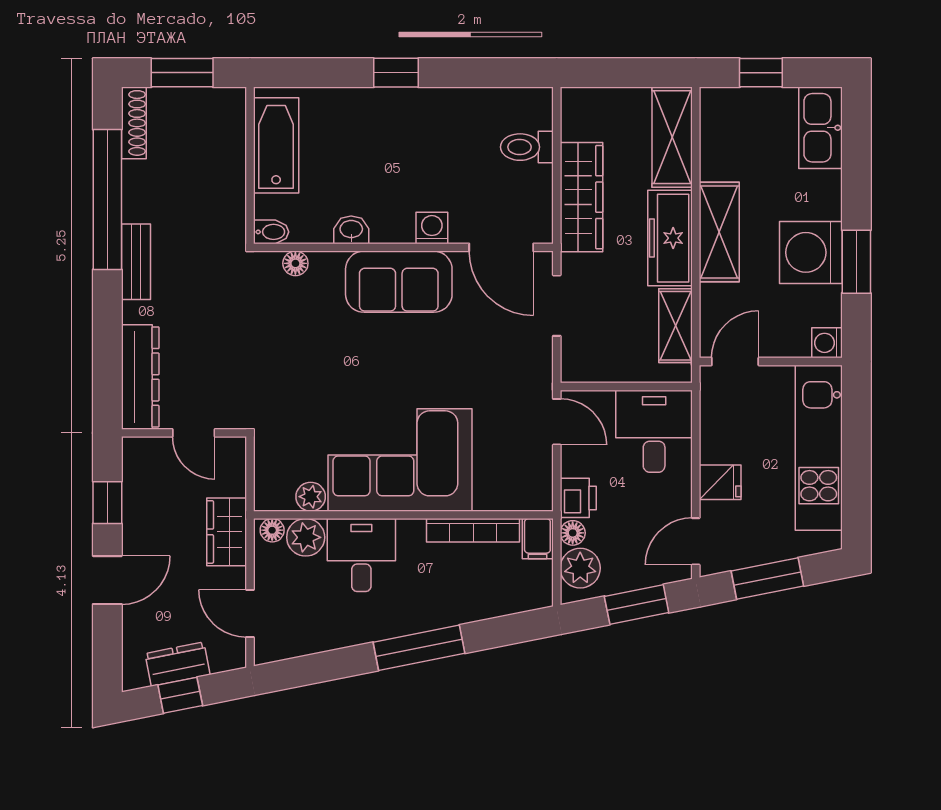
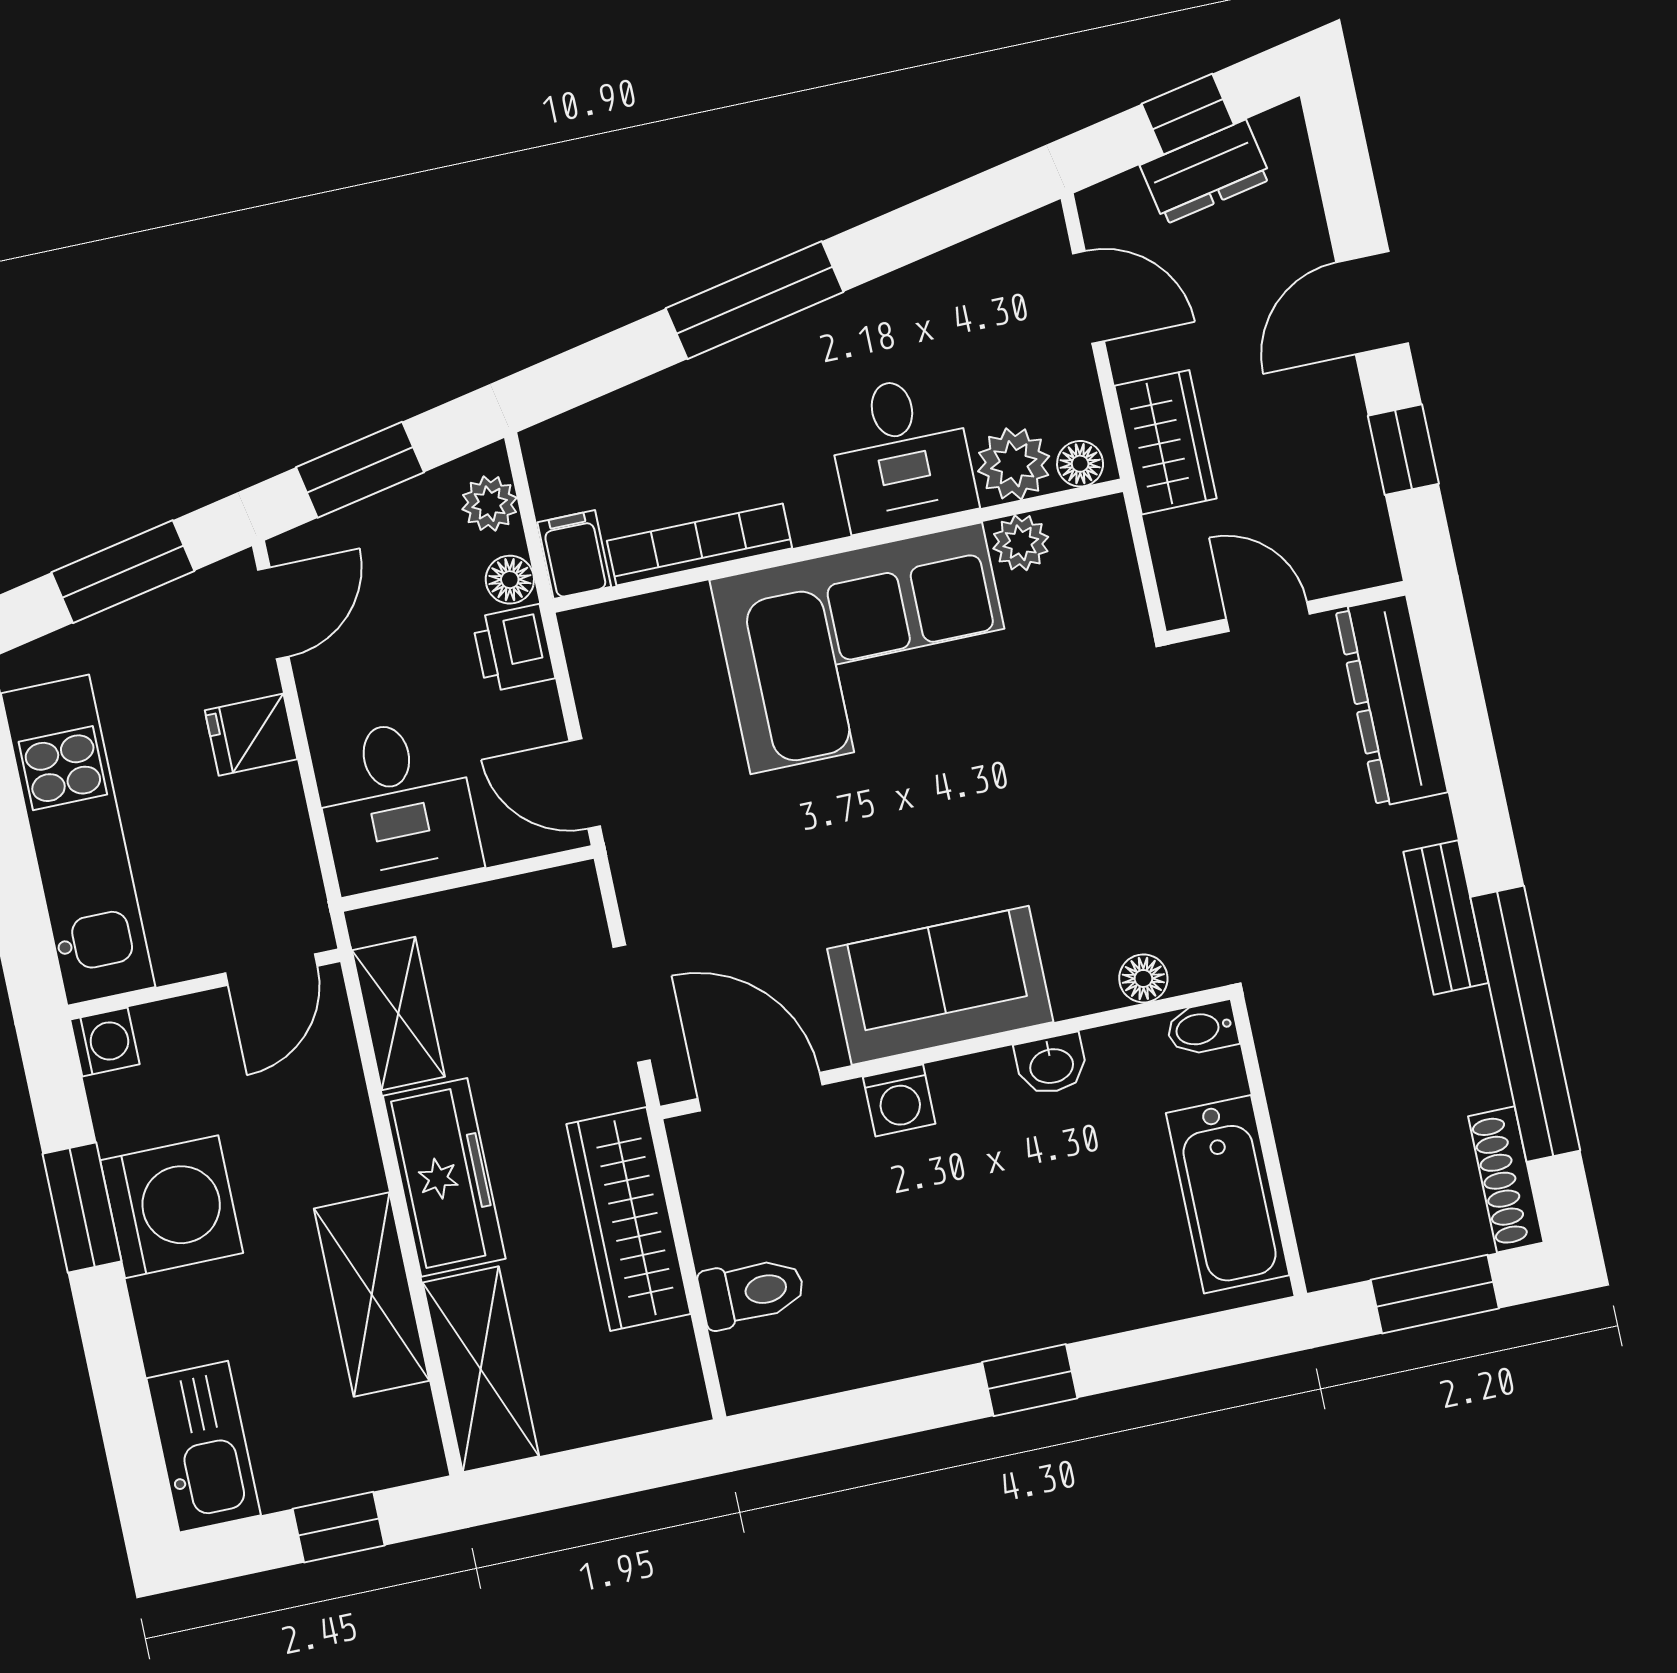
shelving: (719, 232) -> (372, 1295), moved
plant: (580, 568) -> (490, 504), width x0.73, depth x0.73

